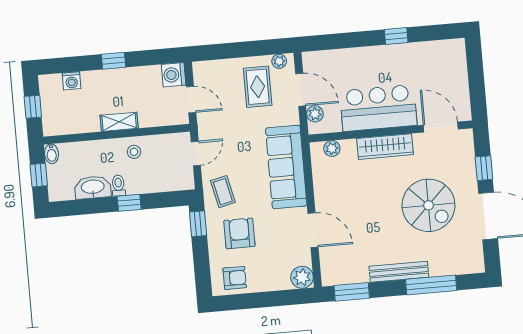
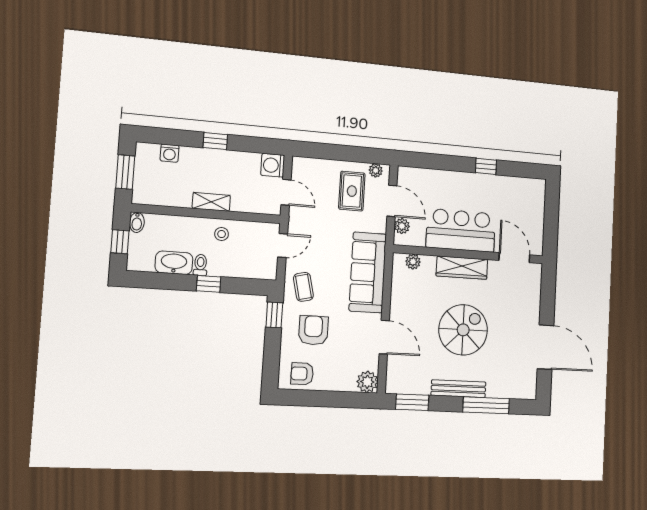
window: (33, 107) -> (125, 172), width x1.50
window: (484, 168) -> (547, 302), removed
spiral stairs: (428, 205) -> (463, 330), moved, turned -90
armchair: (235, 278) -> (302, 374), turned 180

